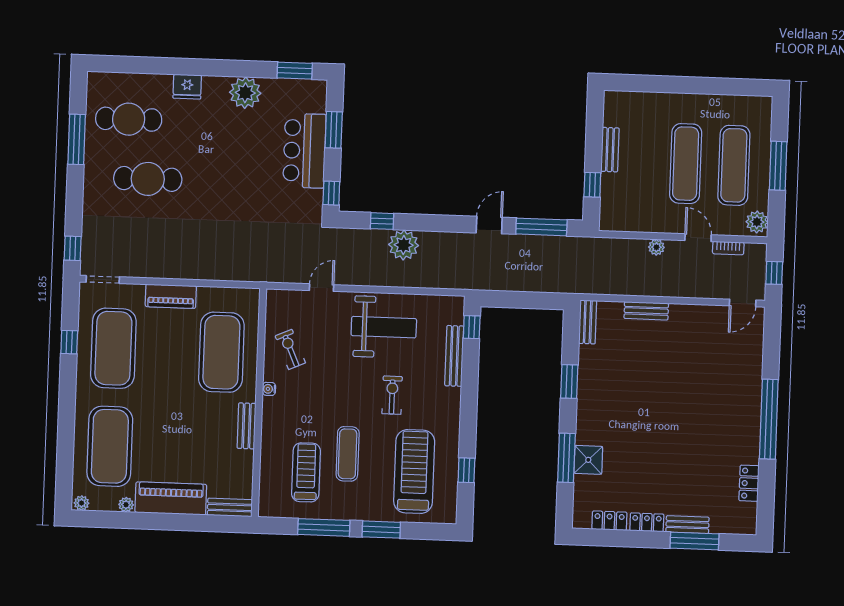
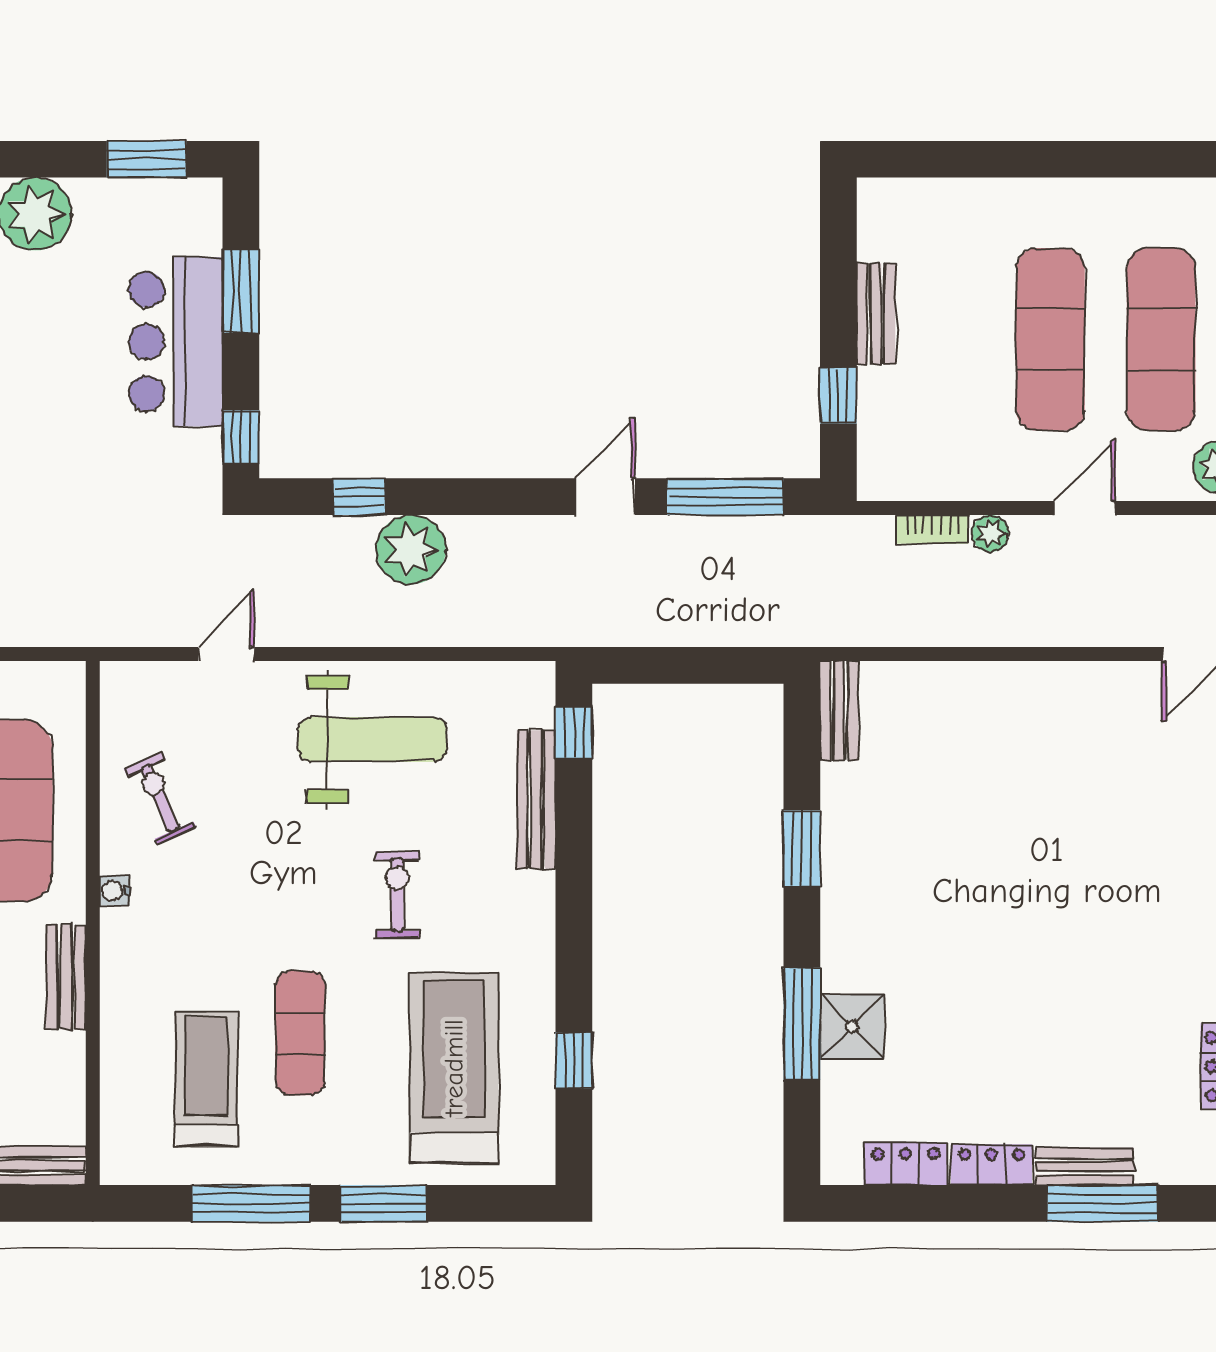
door: (698, 238) -> (1085, 508), hinge flipped
bookcase: (728, 248) -> (932, 529), moved
bench: (646, 311) -> (972, 680), removed

